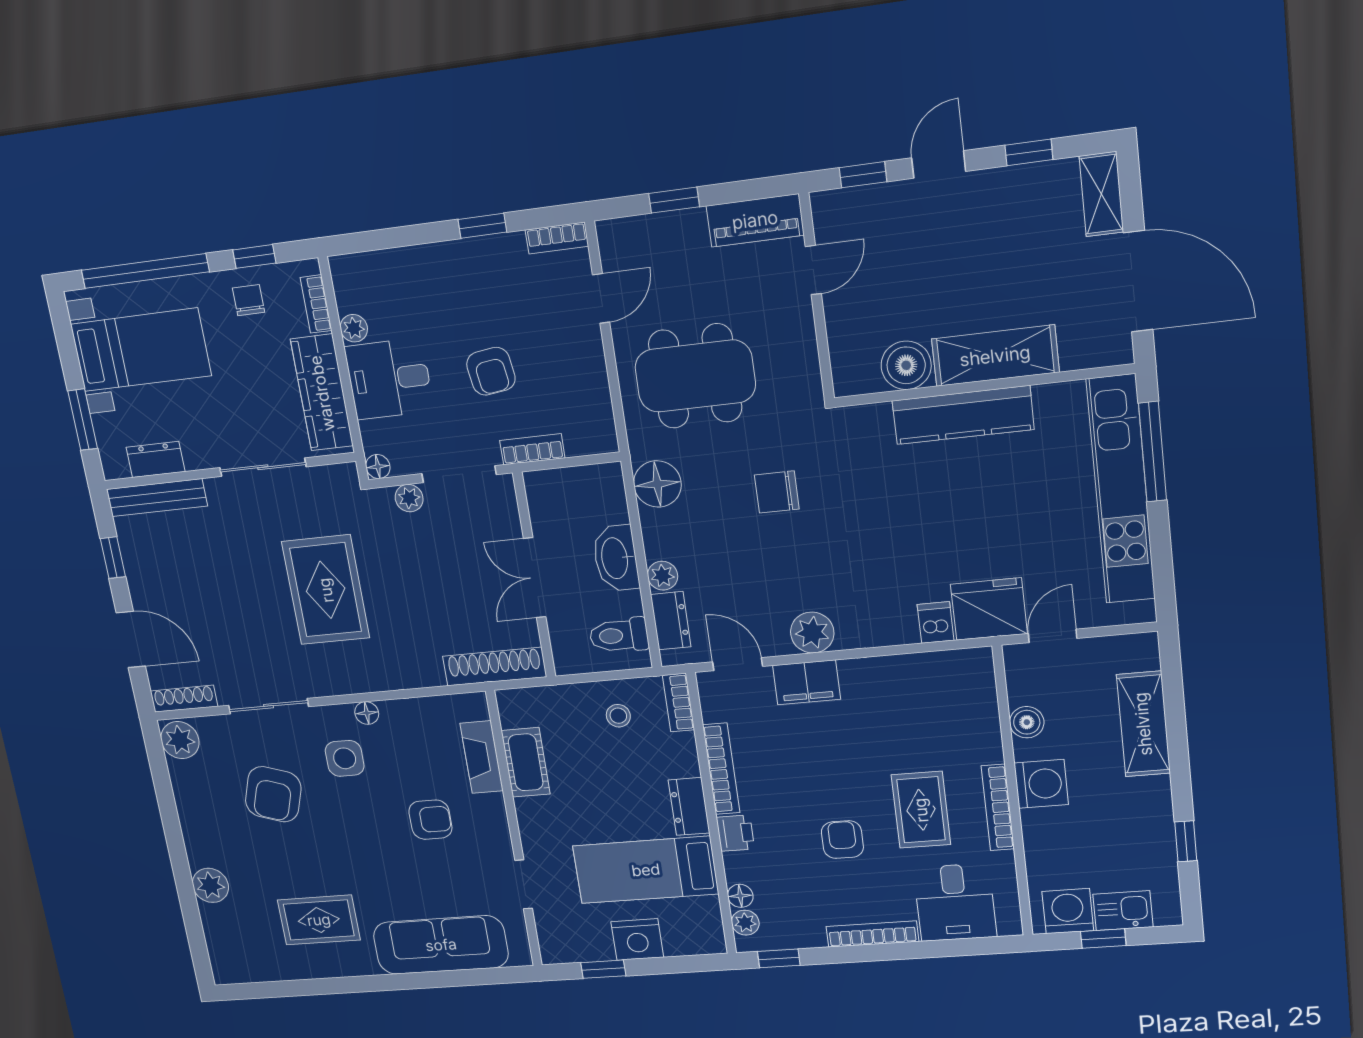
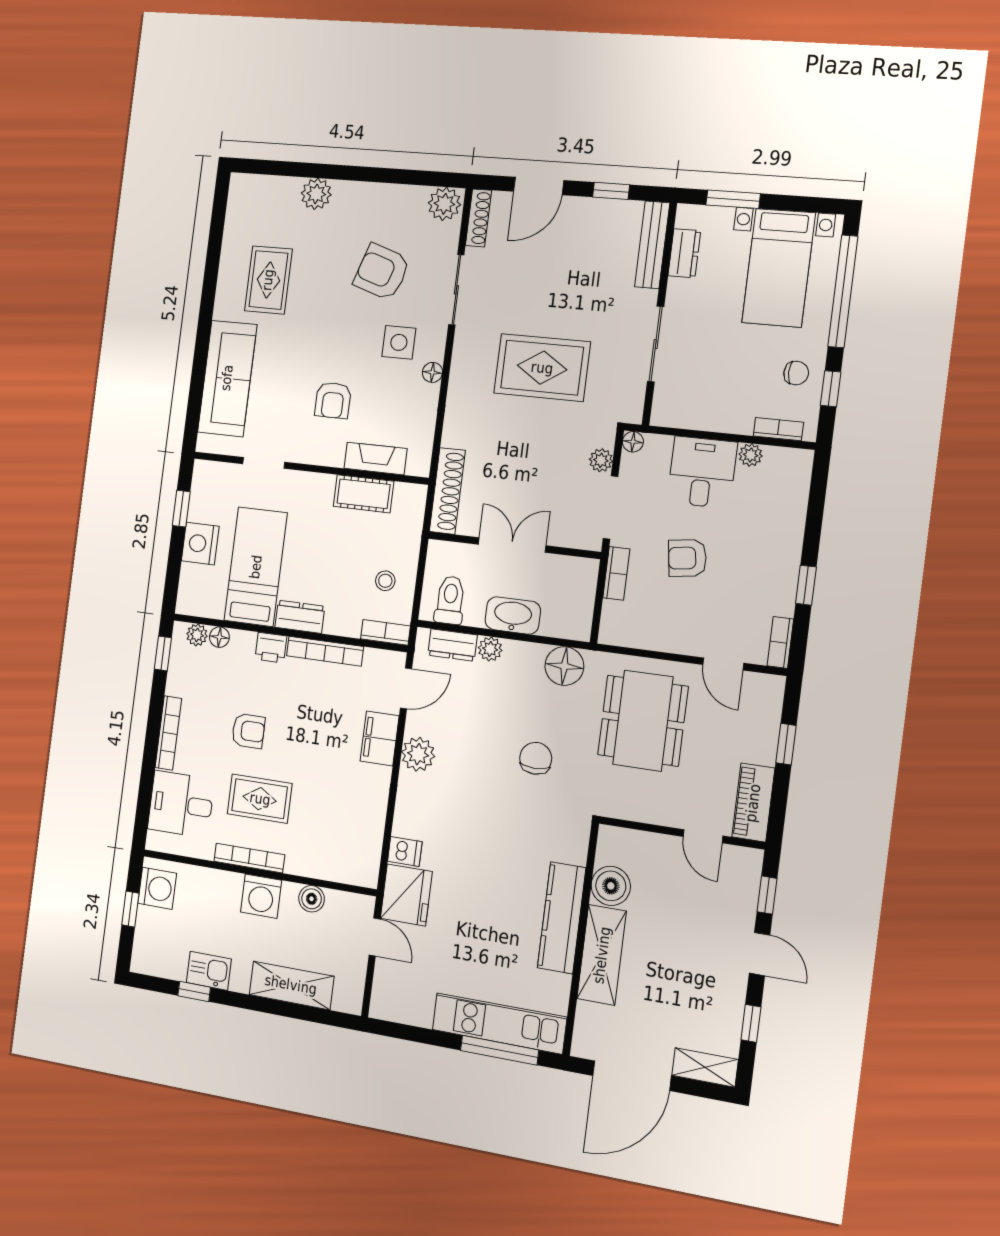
wardrobe: (322, 393) -> (705, 413), removed
kitchen unit: (1121, 490) -> (499, 1023), width x0.73
kitchen sink: (1123, 911) -> (209, 971), moved, turned -90

